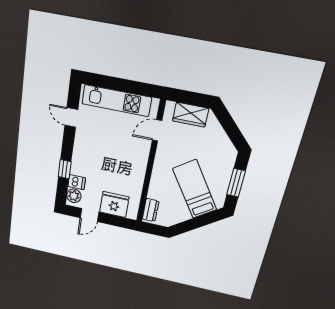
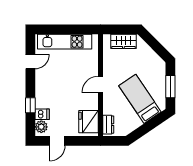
door: (71, 117) -> (30, 62), swing flipped
door: (157, 130) -> (100, 84), moved
fridge: (114, 204) -> (88, 122), moved, turned -90

